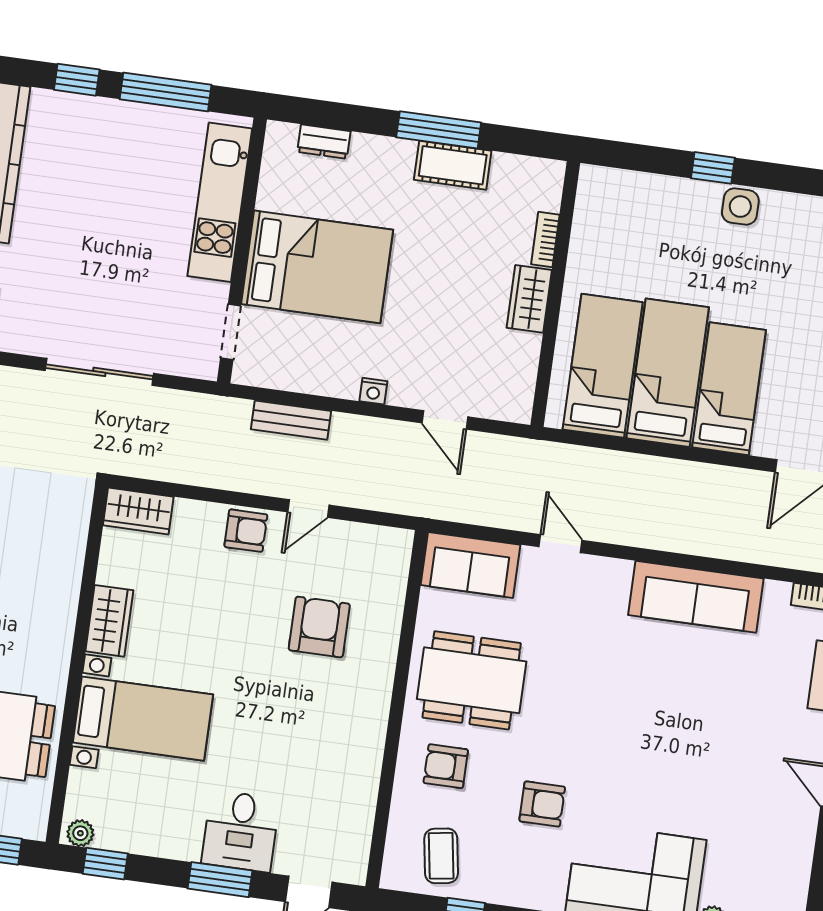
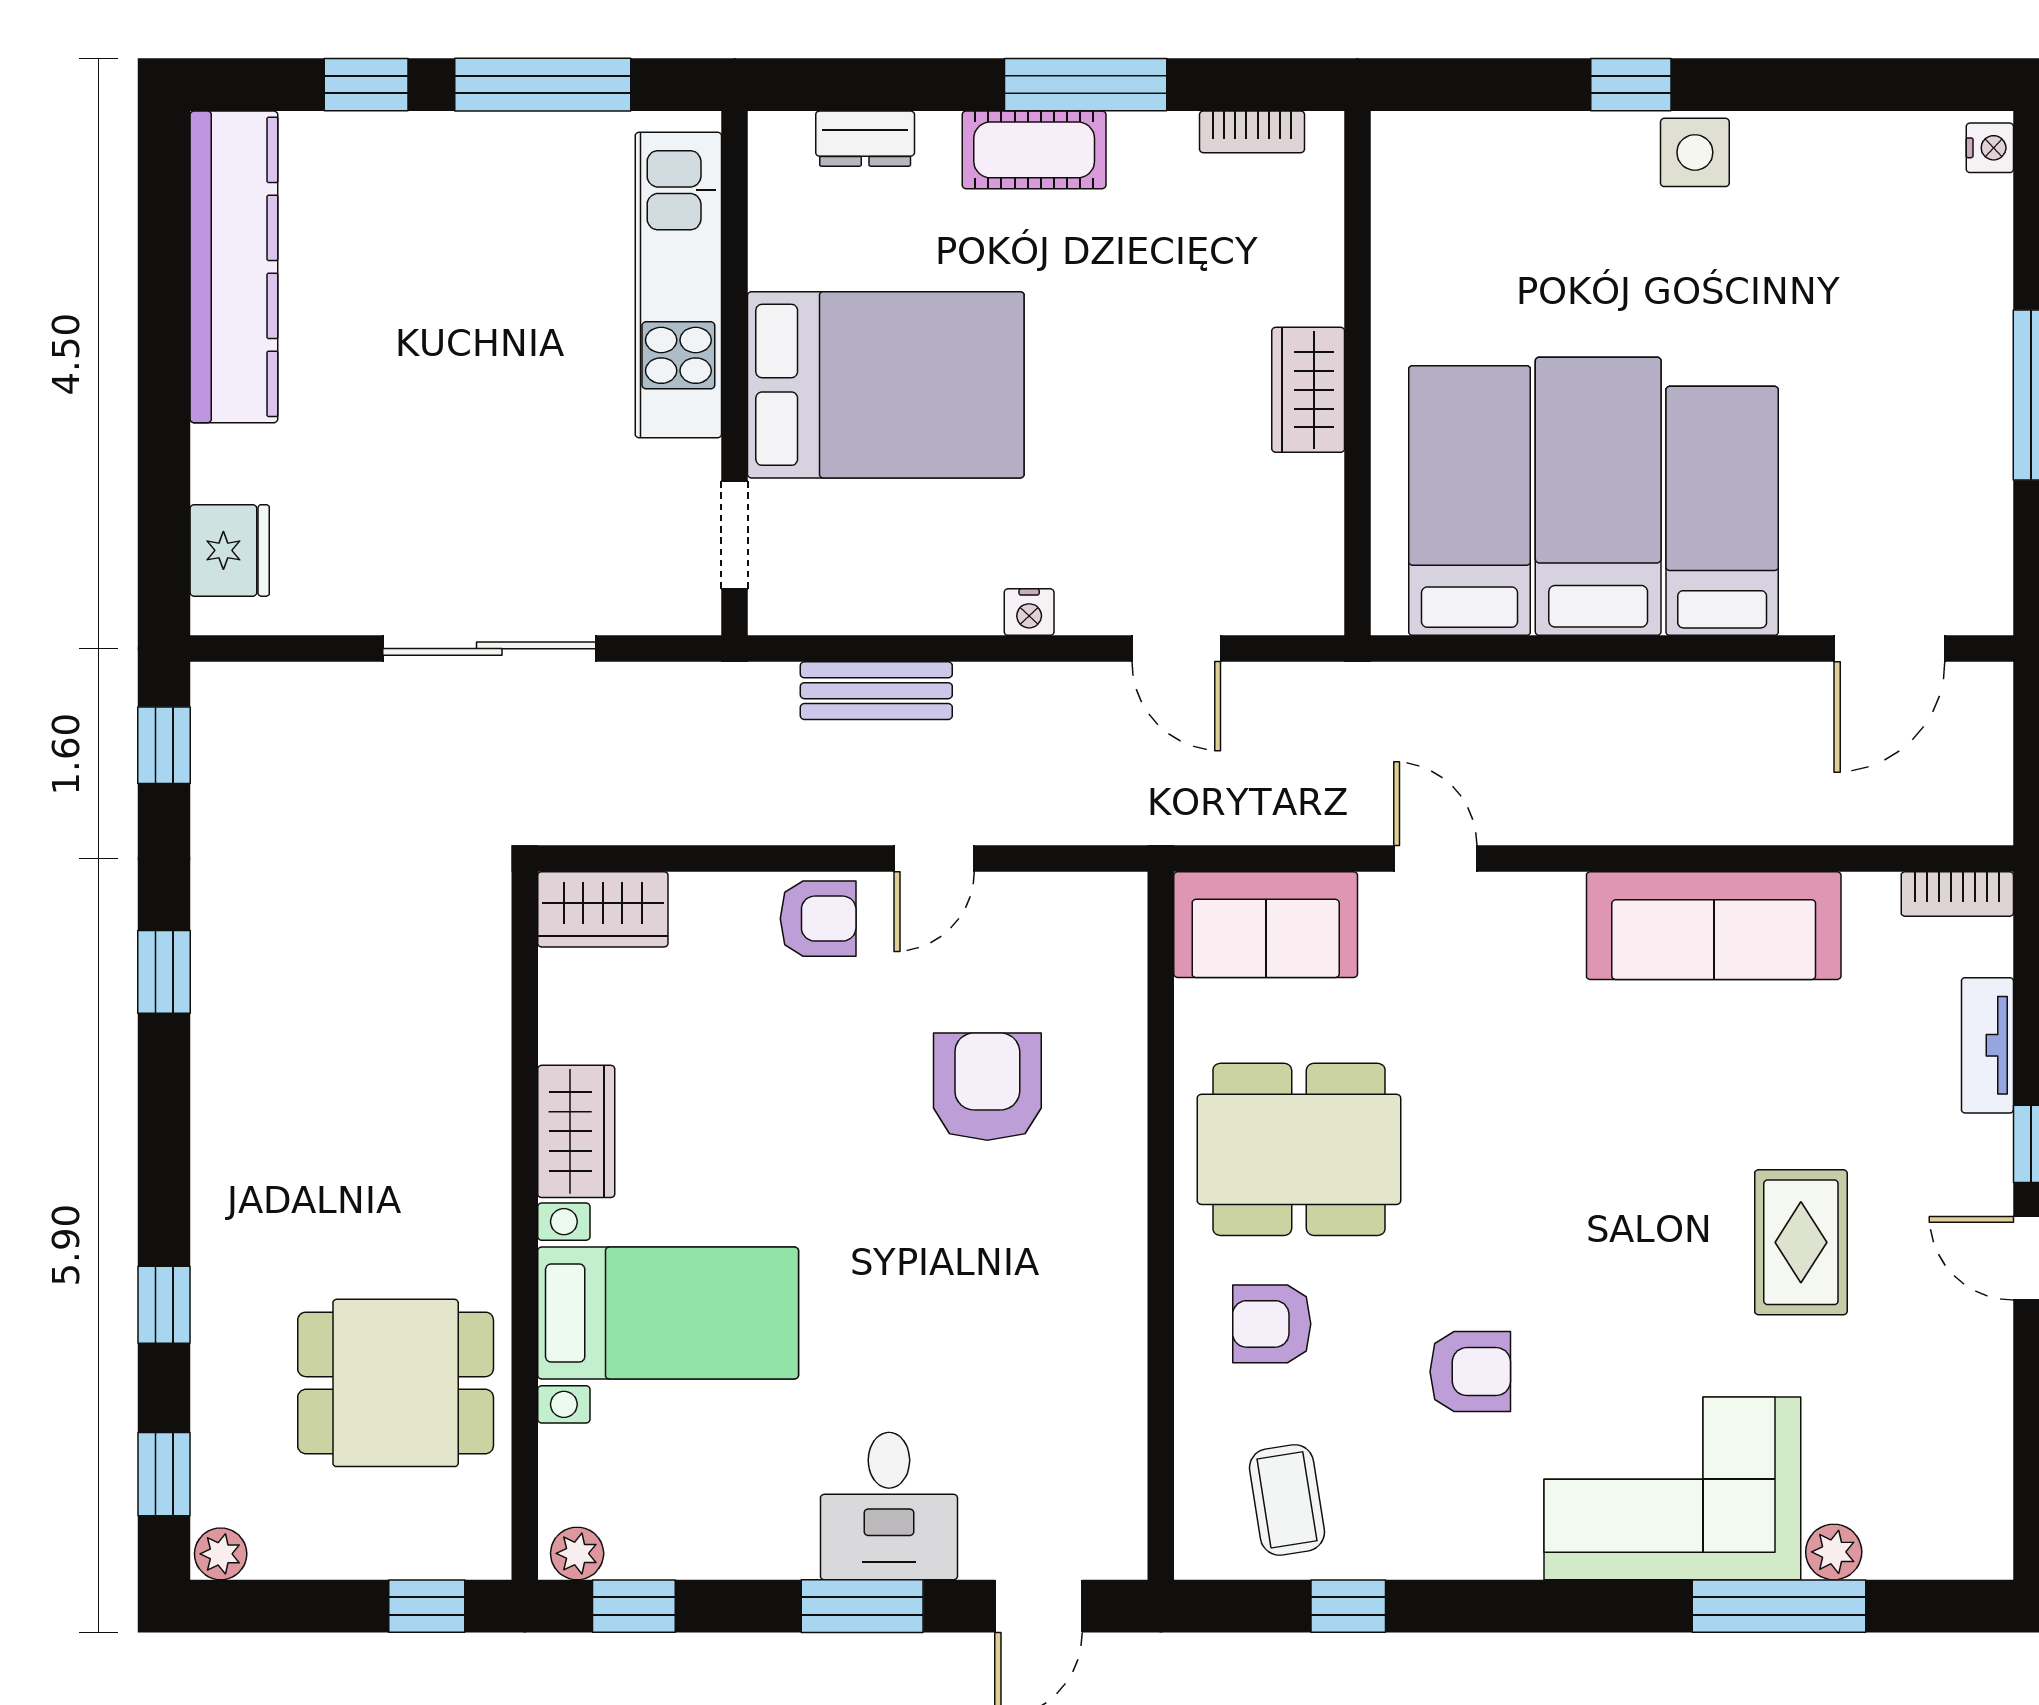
cot: (453, 165) -> (1034, 150), moved
bookcase: (545, 240) -> (1252, 132), moved, turned -90
rug: (718, 762) -> (1801, 1242), added

